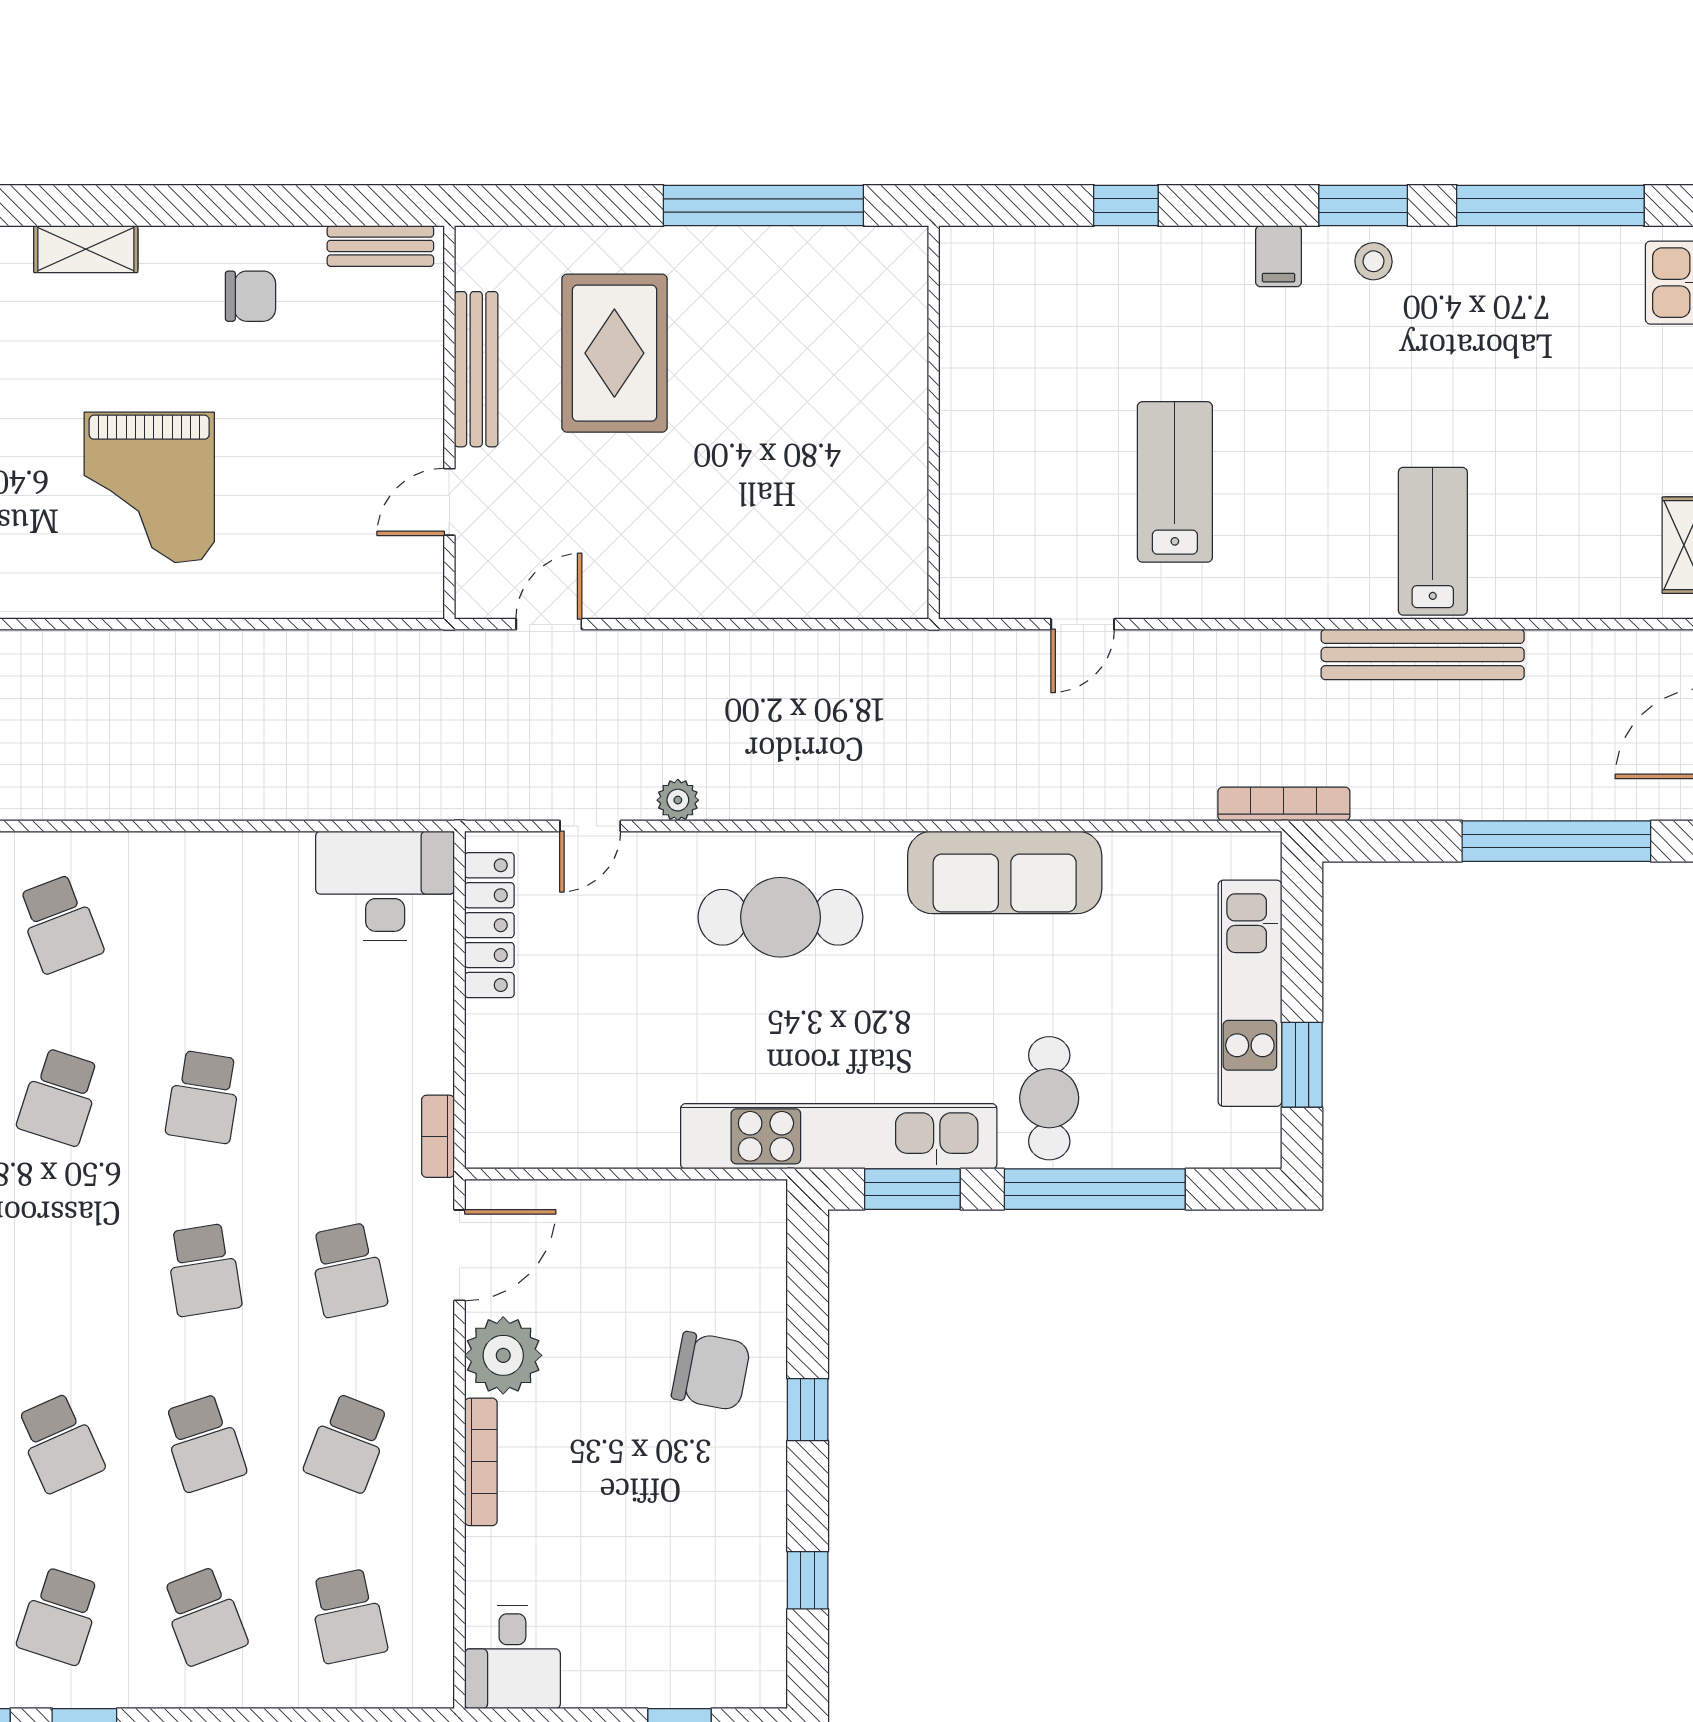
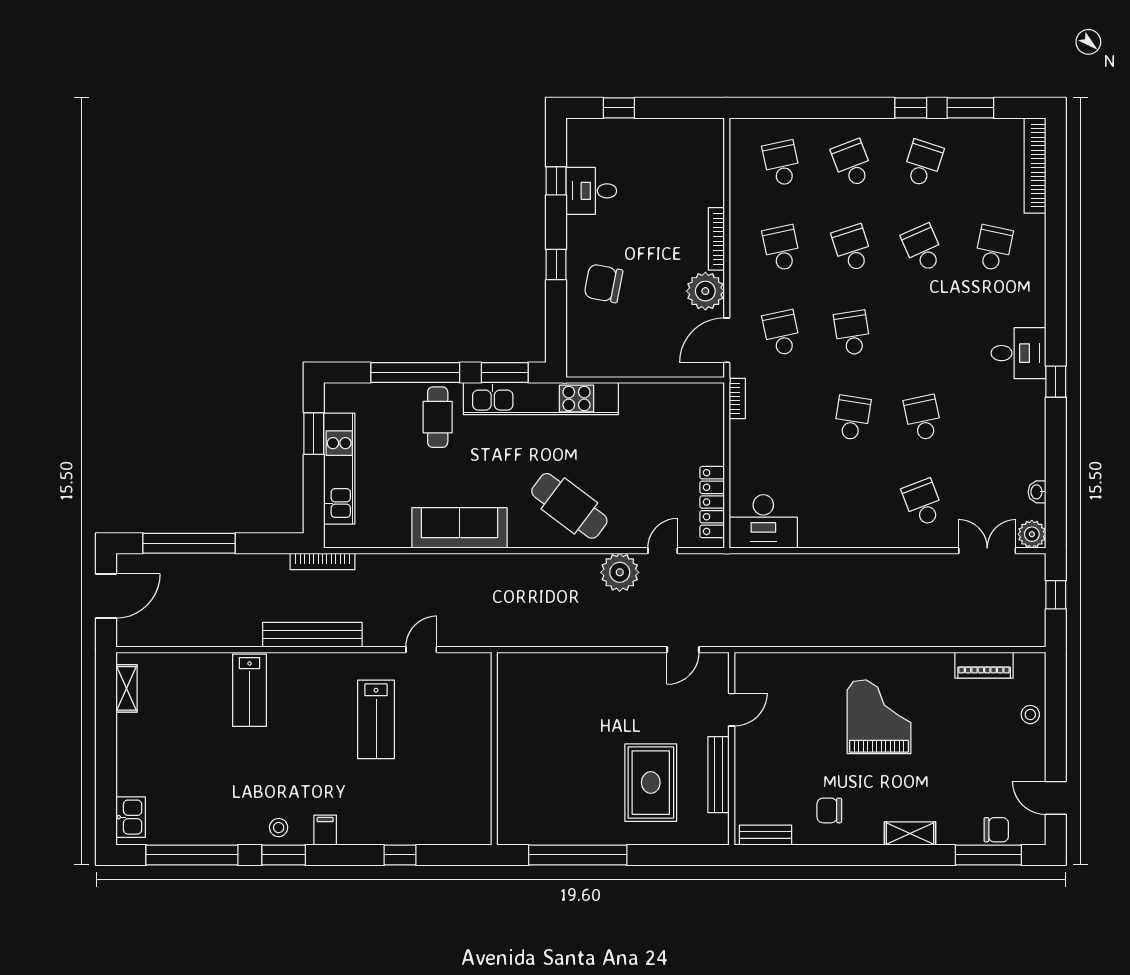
bench: (1423, 654) -> (312, 635), moved
plant: (678, 800) -> (620, 572), width x1.88, depth x1.88
cafe table: (780, 917) -> (569, 506), turned 37
school desk: (60, 1097) -> (923, 418), turned -30
school desk: (348, 1443) -> (782, 248), turned -33
desk: (512, 1657) -> (591, 191), moved, turned -90

